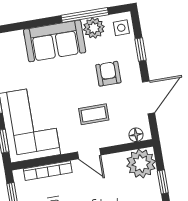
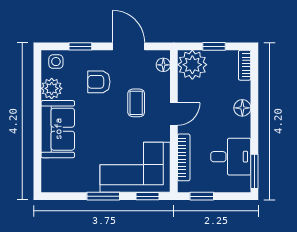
window: (85, 15) -> (37, 95), removed

